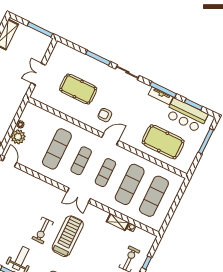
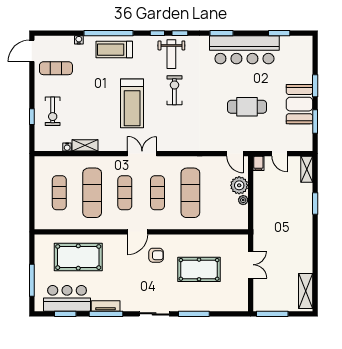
exercise mat: (154, 196) -> (59, 193), width x0.73, depth x0.69
exercise bike: (43, 230) -> (174, 90), moved

